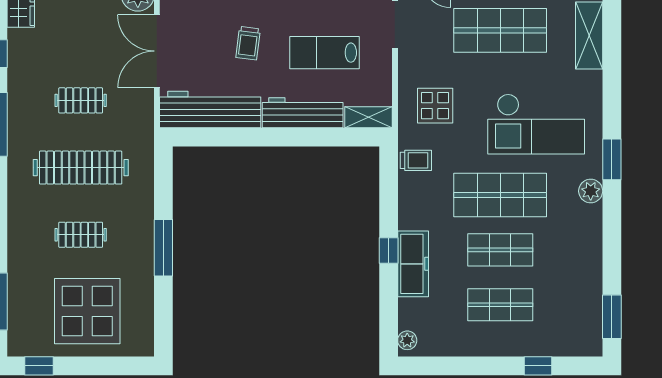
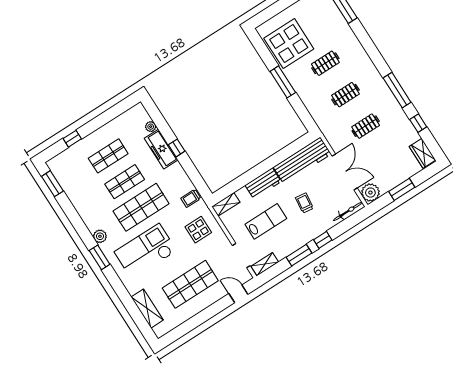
workbench: (303, 113) -> (263, 183), width x0.73
clothes rail: (81, 168) -> (345, 95), width x0.54, depth x0.76
display table: (87, 311) -> (289, 44), moved
plant: (407, 340) -> (151, 127), moved

